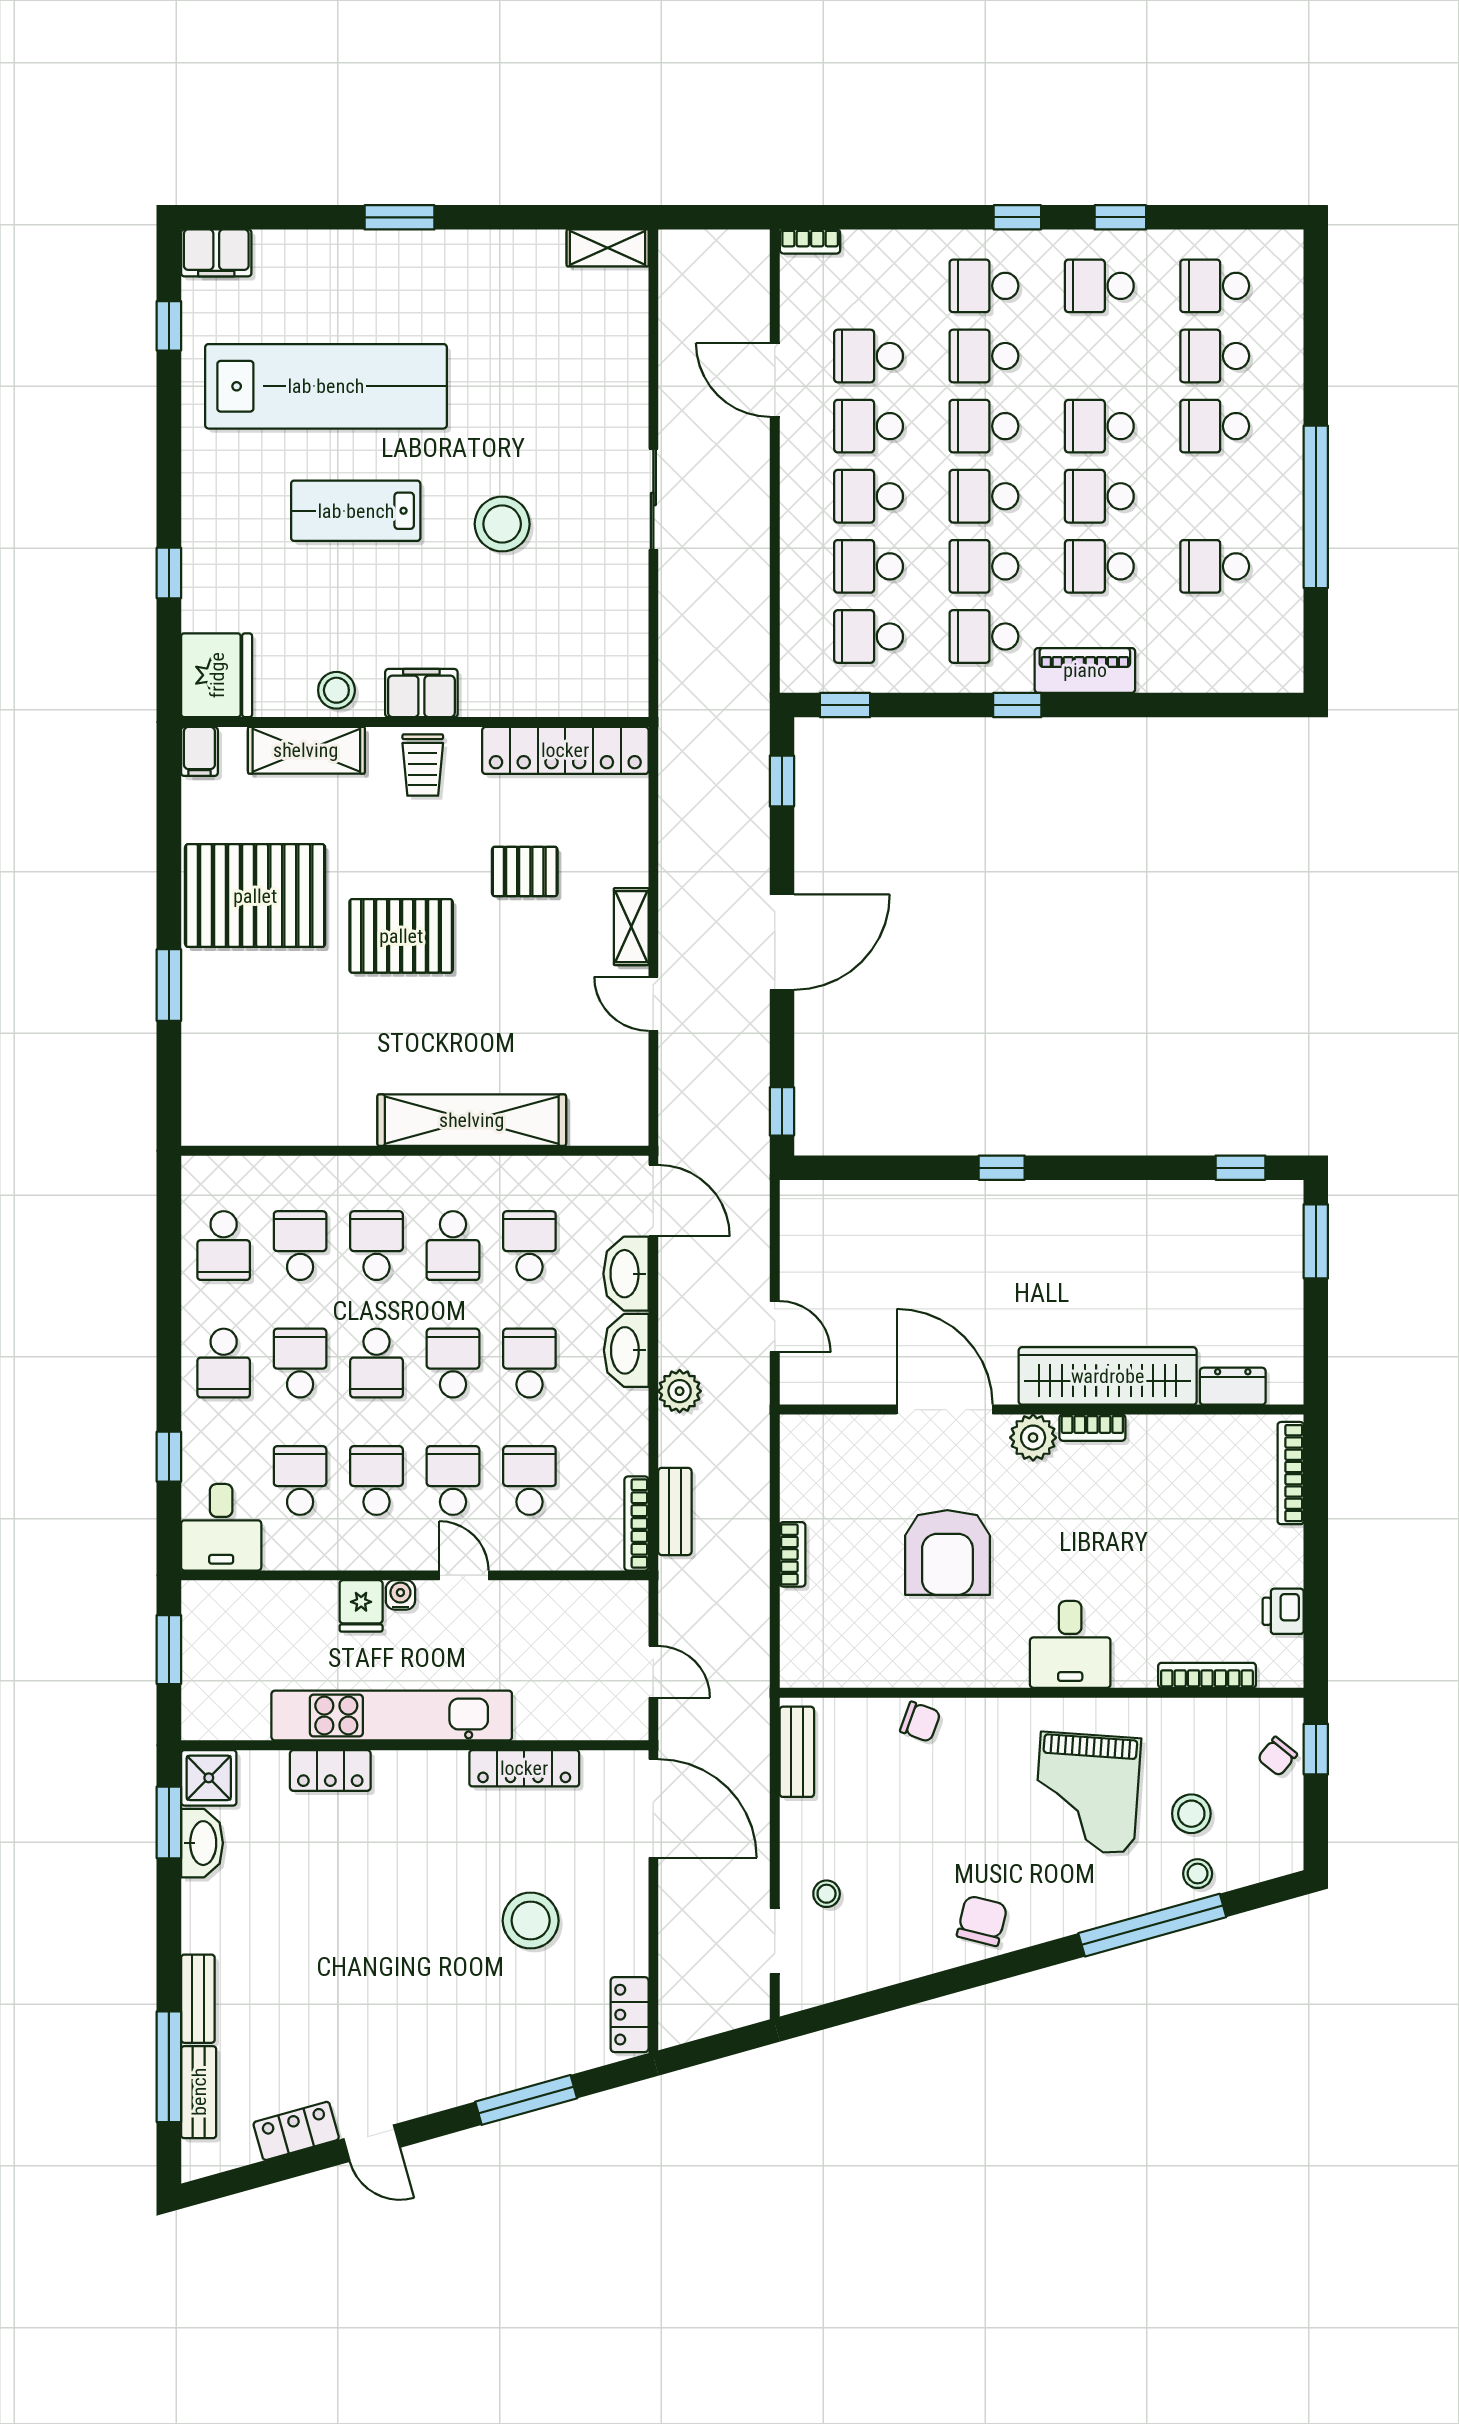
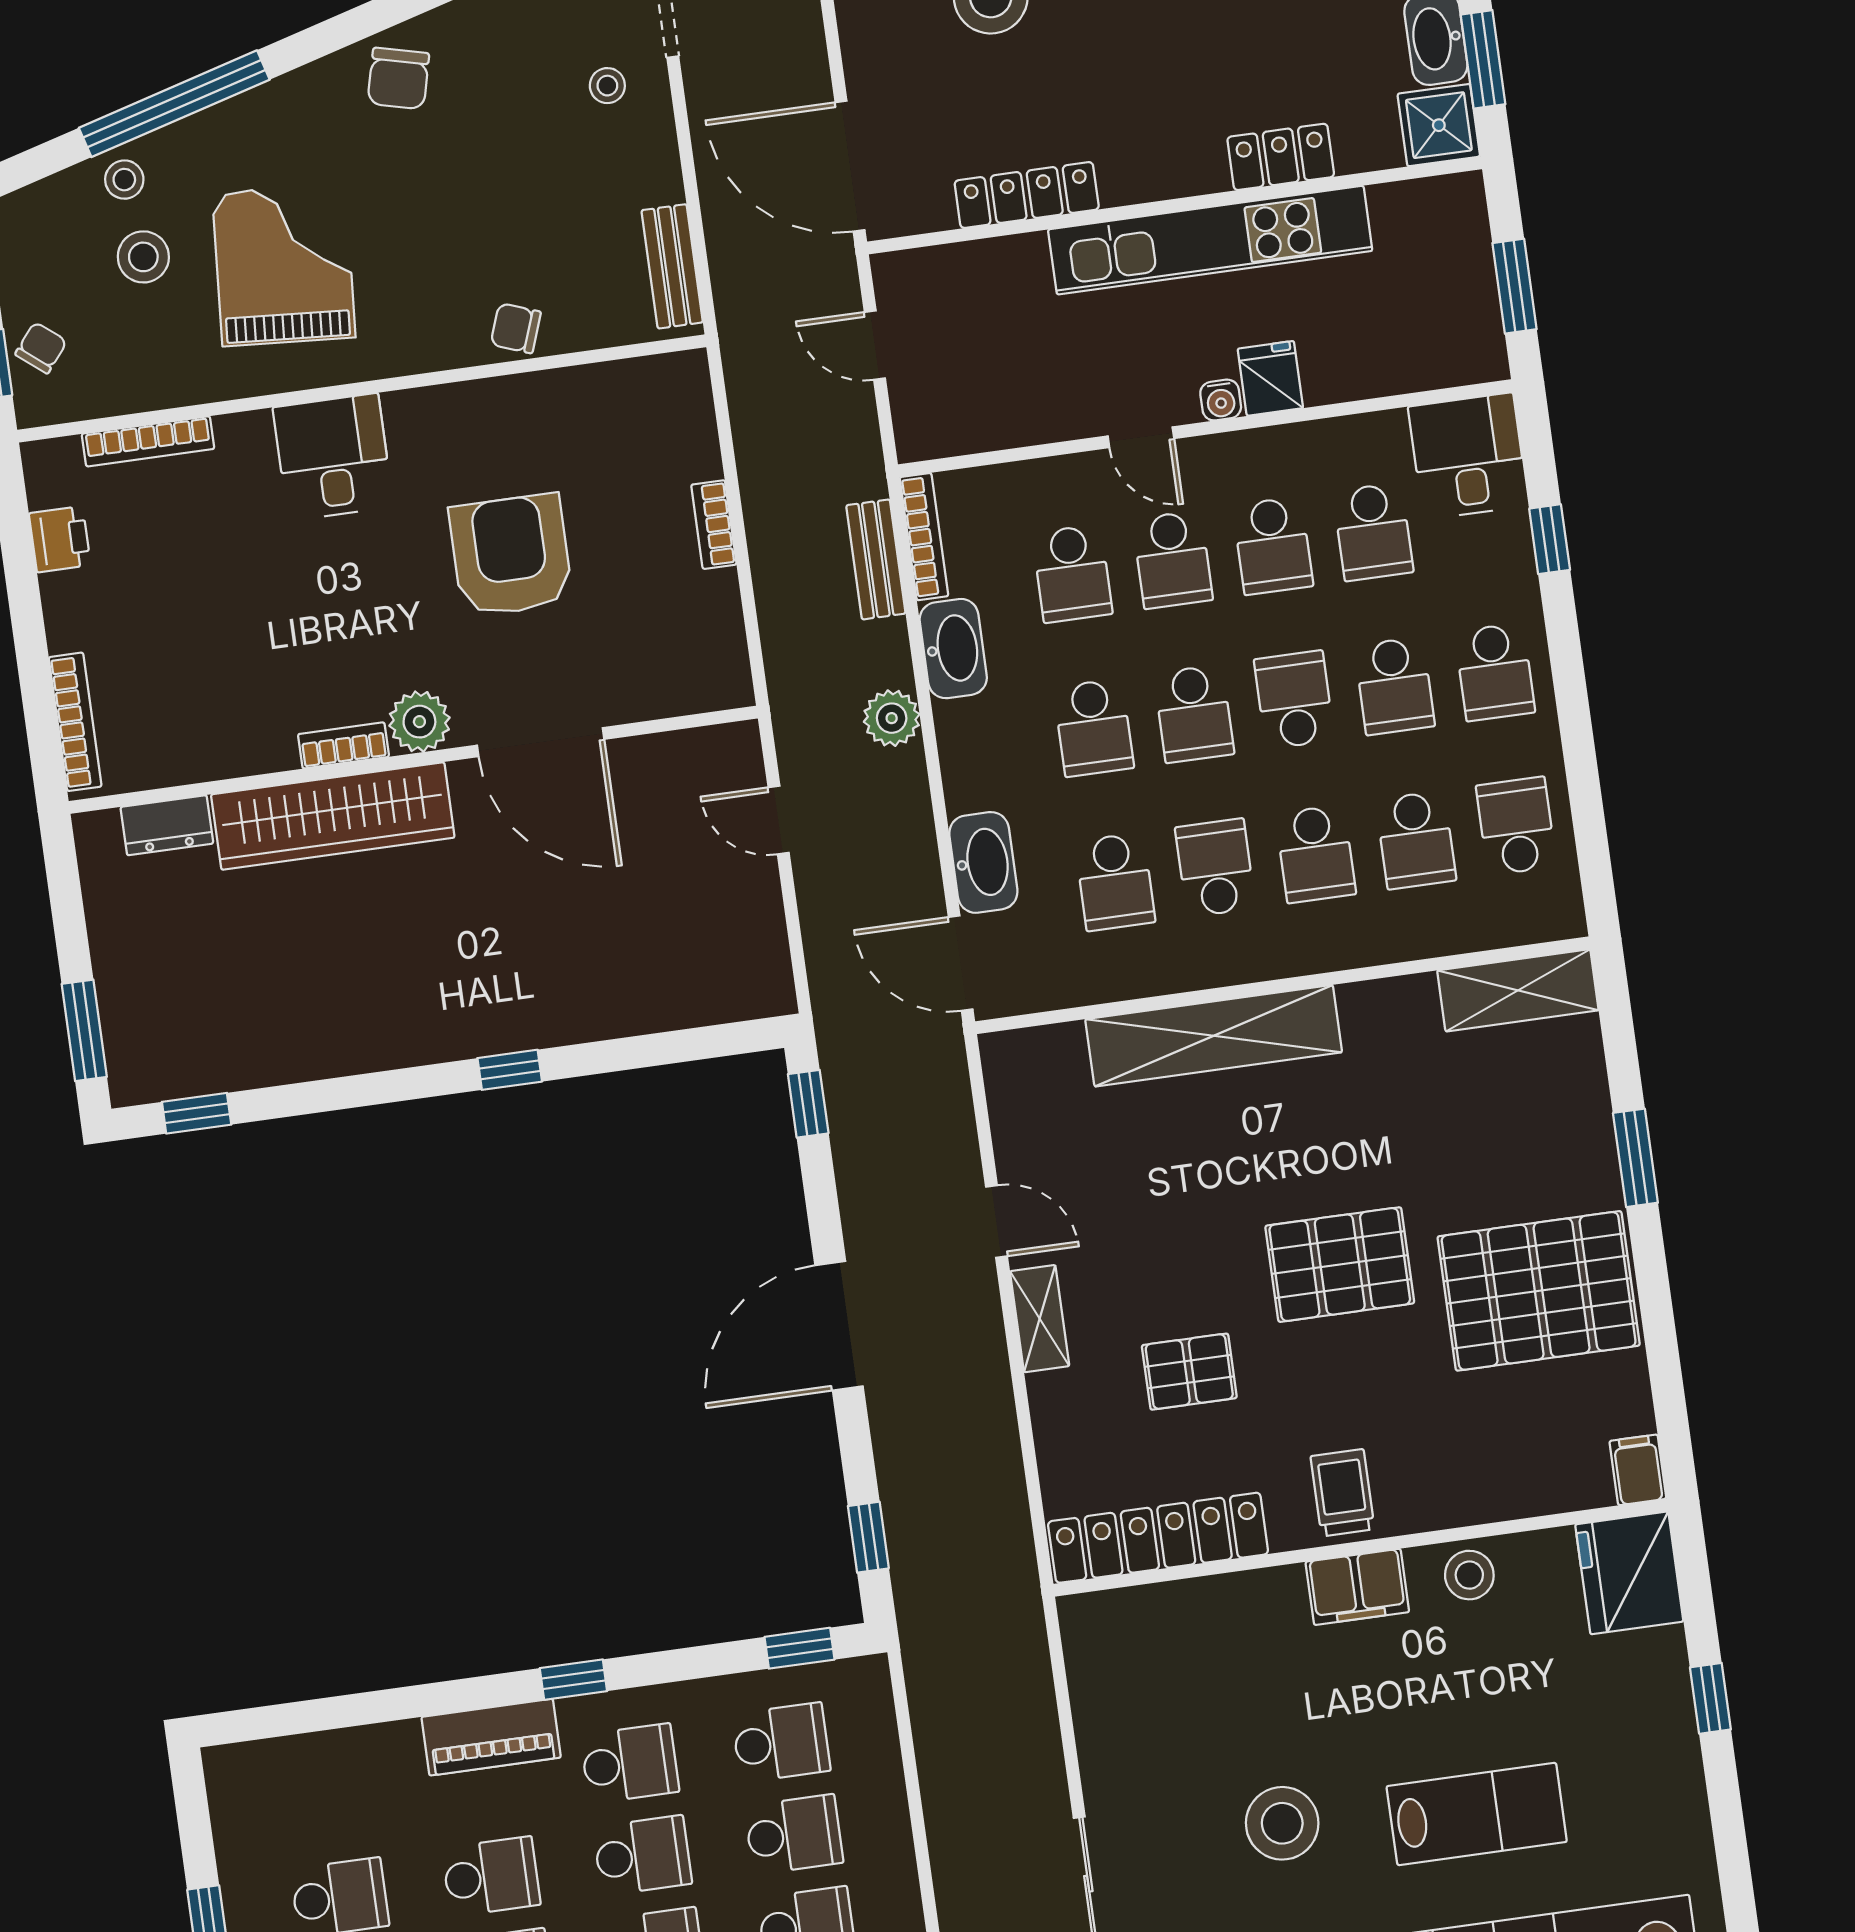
shelving: (306, 750) -> (1518, 990), moved
washbasin: (626, 1350) -> (953, 649), moved
school desk: (224, 1363) -> (1495, 672), turned 180

